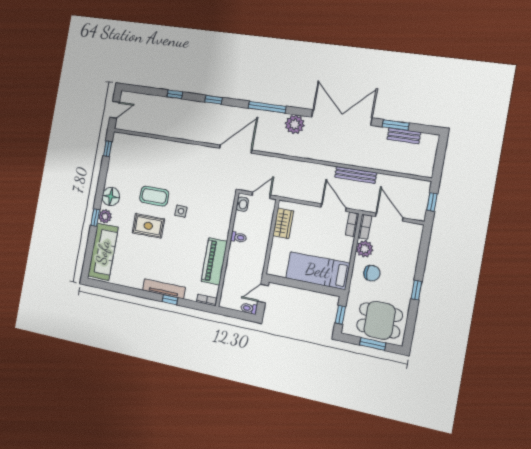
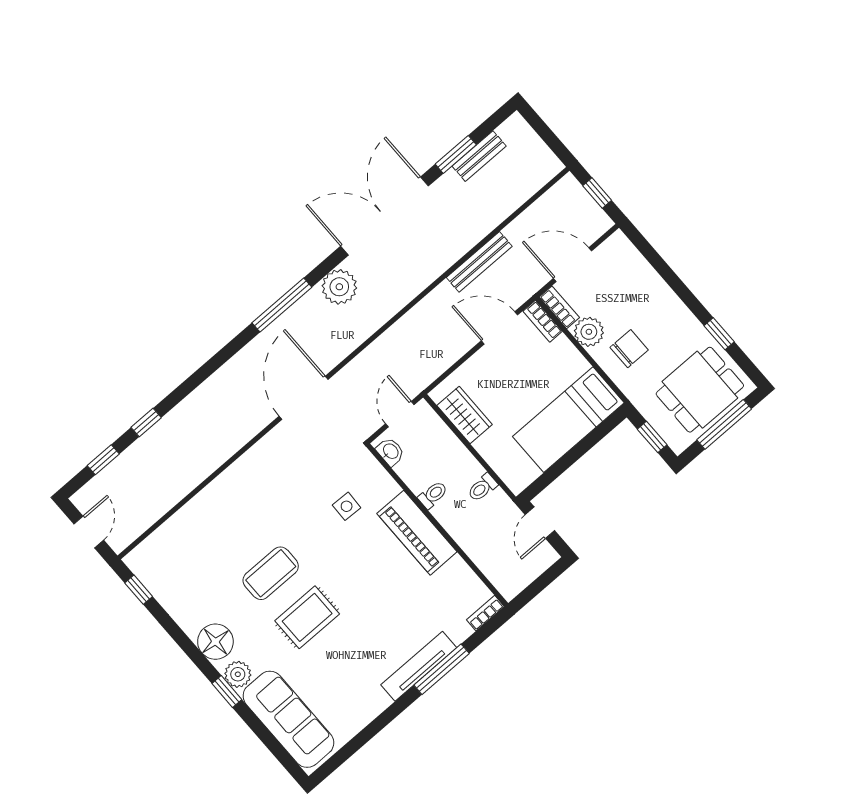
window: (213, 100) -> (103, 460), moved
side table: (181, 211) -> (347, 506), moved
piano: (214, 261) -> (417, 533), moved
window: (416, 290) -> (719, 334), moved
window: (170, 300) -> (442, 669), width x2.17
toilet: (249, 308) -> (482, 488), moved
window: (373, 344) -> (724, 424), width x1.44

